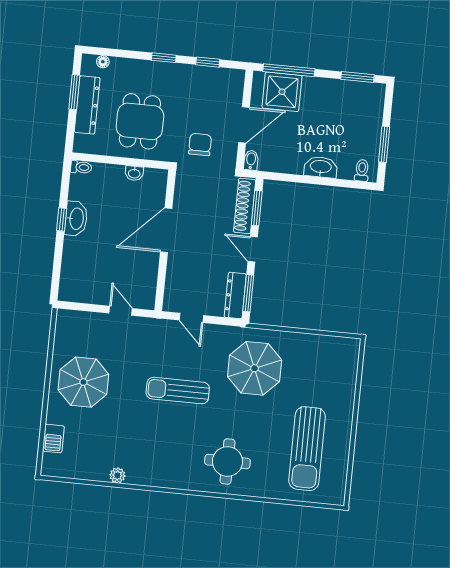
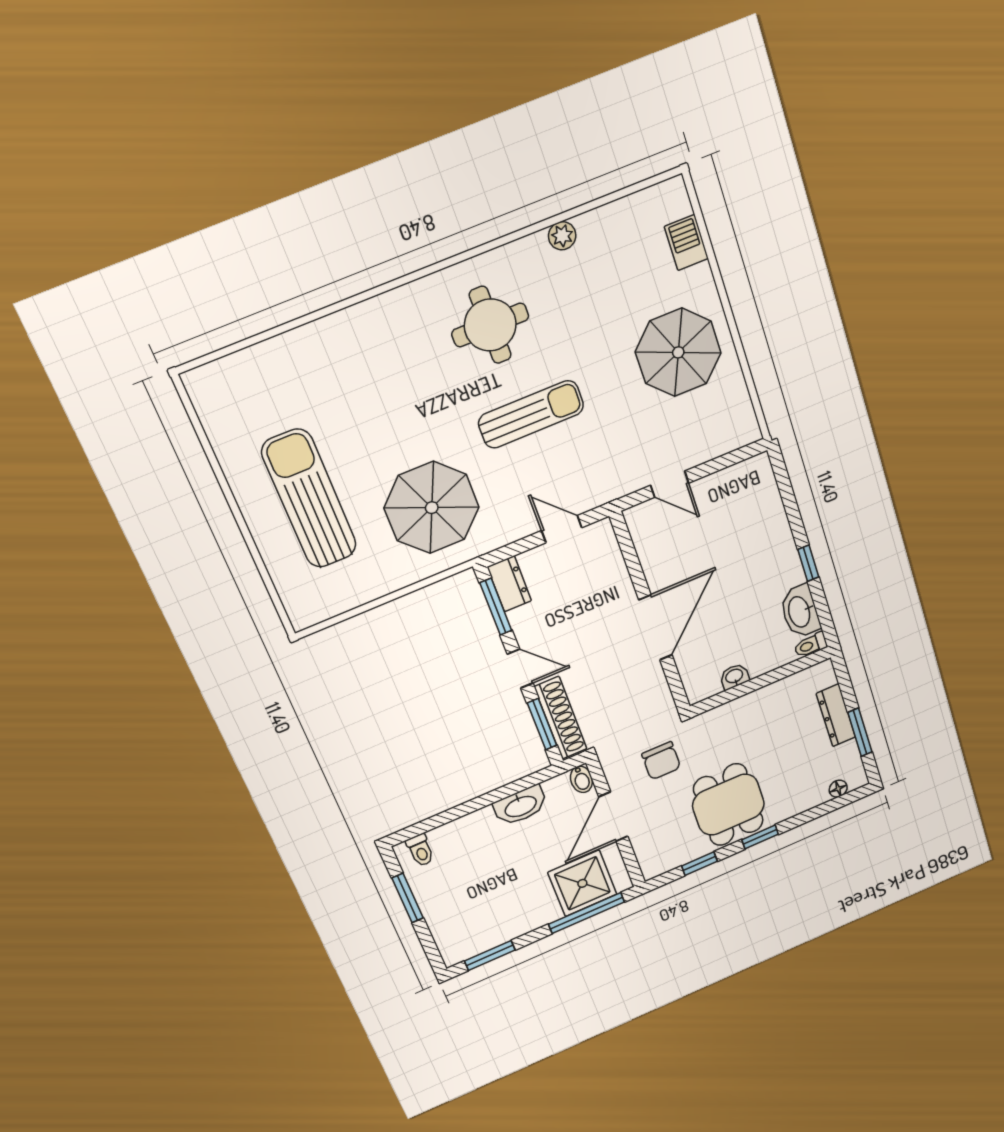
dresser: (87, 105) -> (836, 715), width x0.73, depth x0.80
dining table: (140, 121) -> (728, 805), moved
washbasin: (321, 167) -> (520, 806), moved
washbasin: (76, 219) -> (800, 612), moved
dresser: (235, 296) -> (509, 584), width x0.70
sun lounger: (307, 449) -> (309, 499), moved
round table: (227, 462) -> (490, 325), moved

